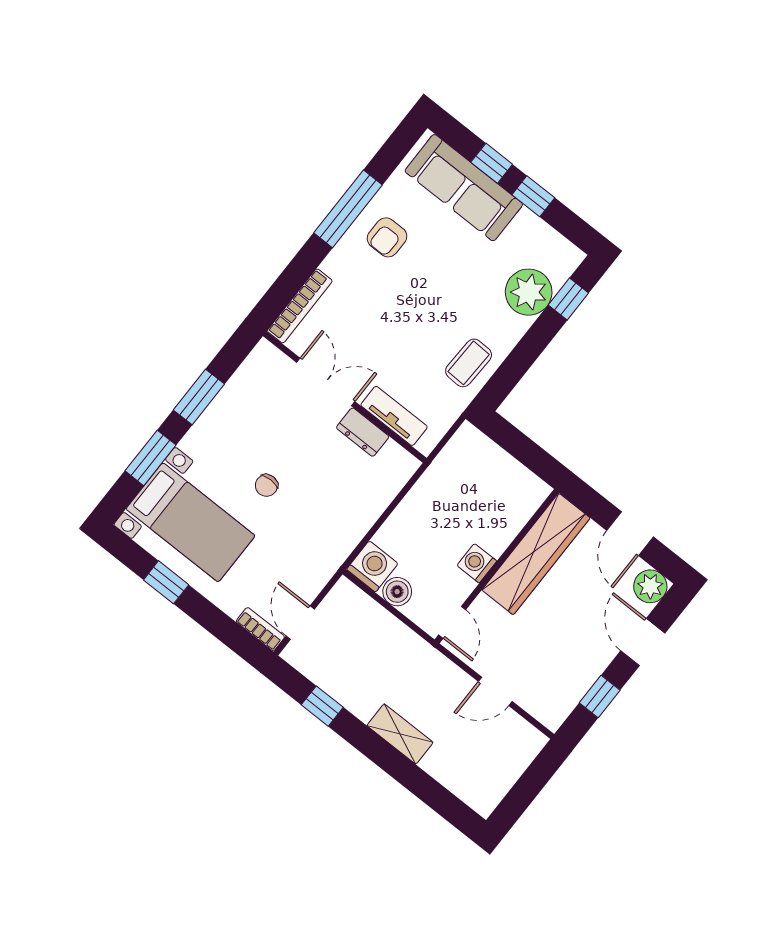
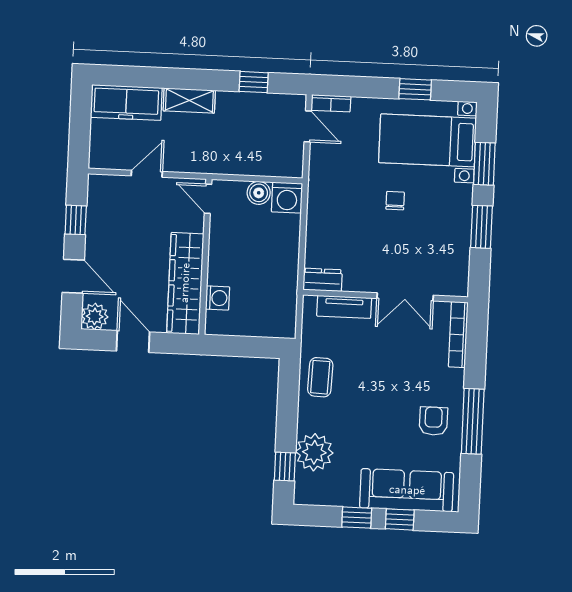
dresser: (363, 432) -> (323, 280), moved
washing machine: (477, 563) -> (218, 298), moved
freezer: (464, 777) -> (126, 103), added

